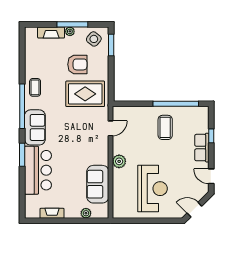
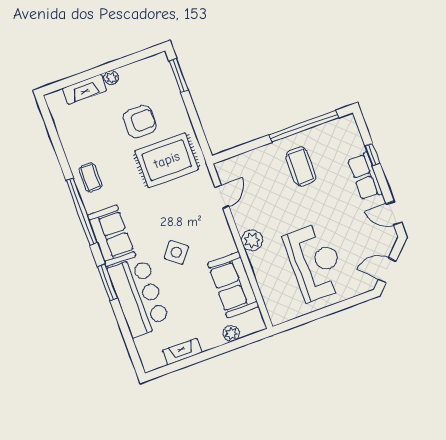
window: (72, 24) -> (111, 66), removed
side table: (94, 39) -> (176, 252), moved

